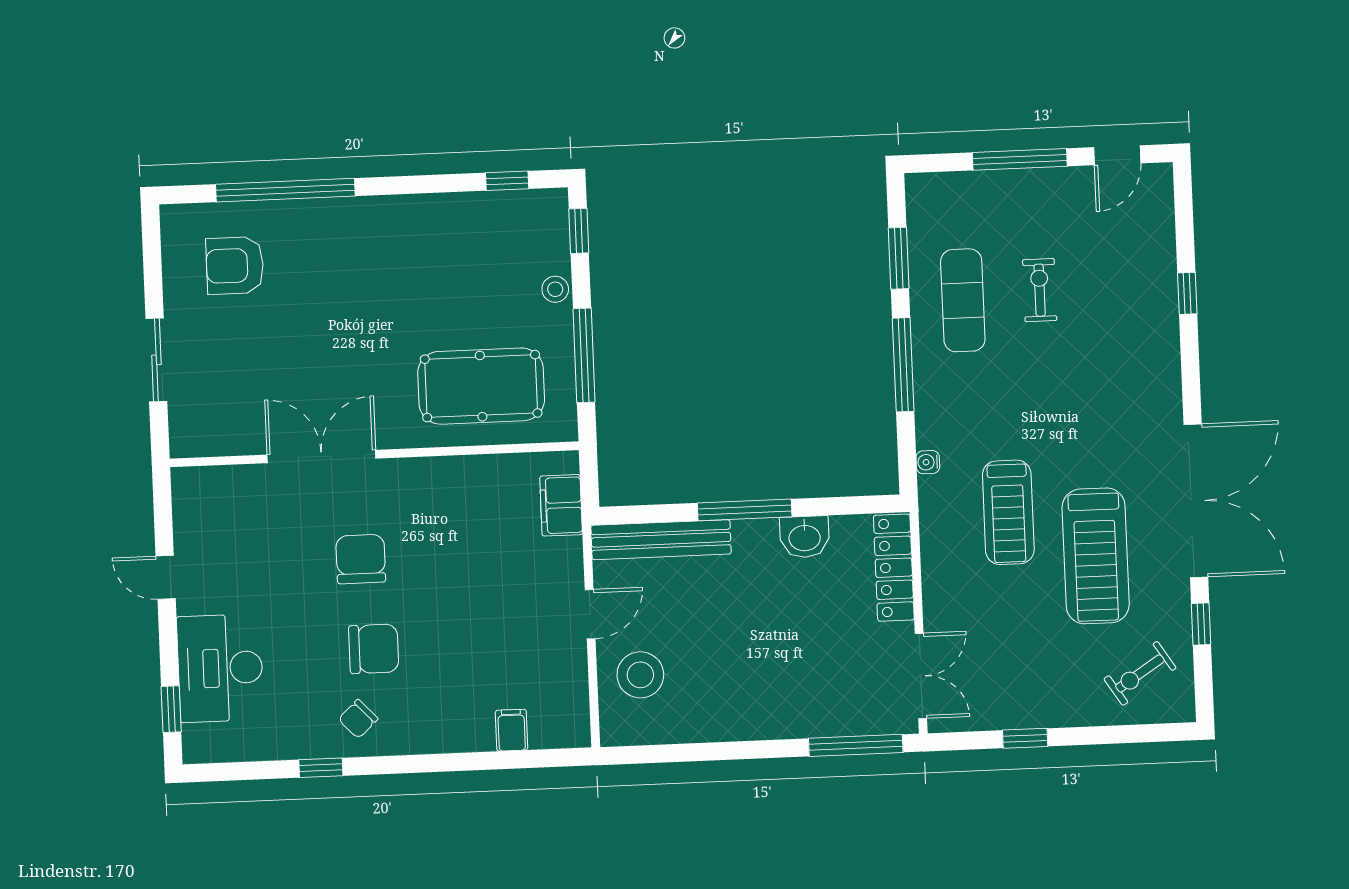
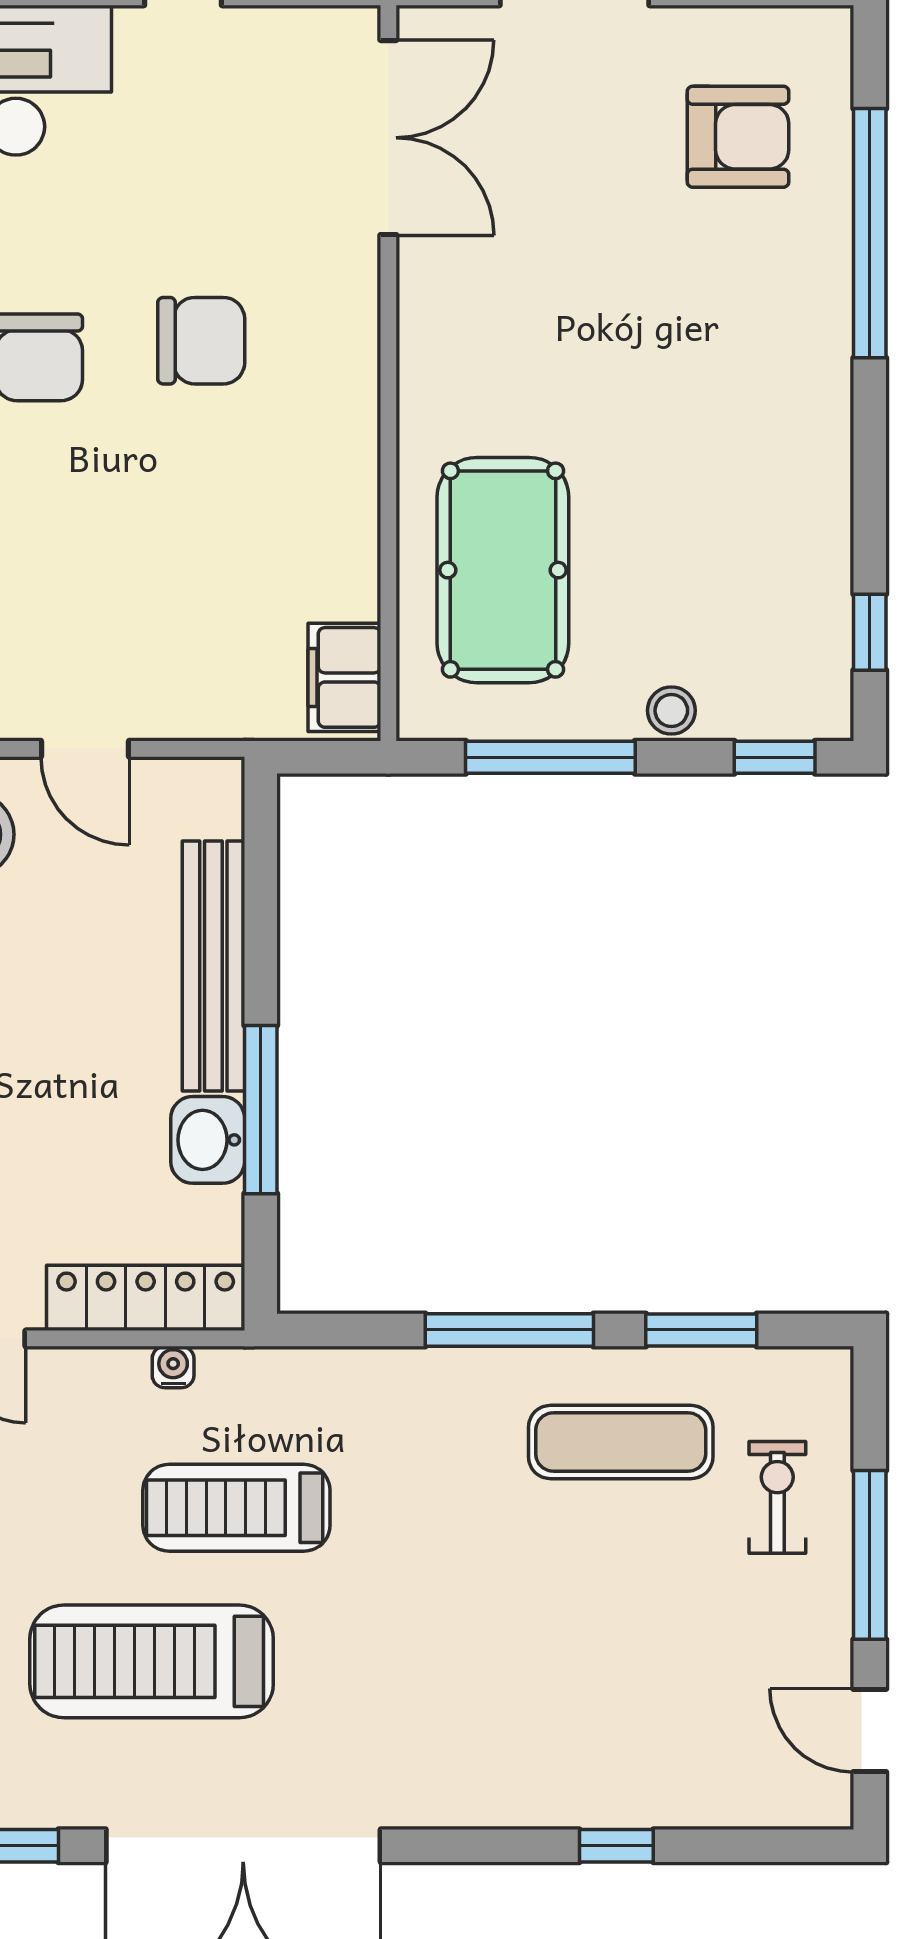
armchair: (235, 266) -> (738, 137), turned 90
exercise bike: (1040, 290) -> (777, 1497), moved, turned -90
double door: (321, 457) -> (388, 138), moved
water cooler: (928, 462) -> (173, 1367), moved
filing cabinet: (561, 505) -> (344, 677), moved, turned -90
window: (745, 510) -> (261, 1110), moved
bench: (661, 540) -> (213, 966), moved

